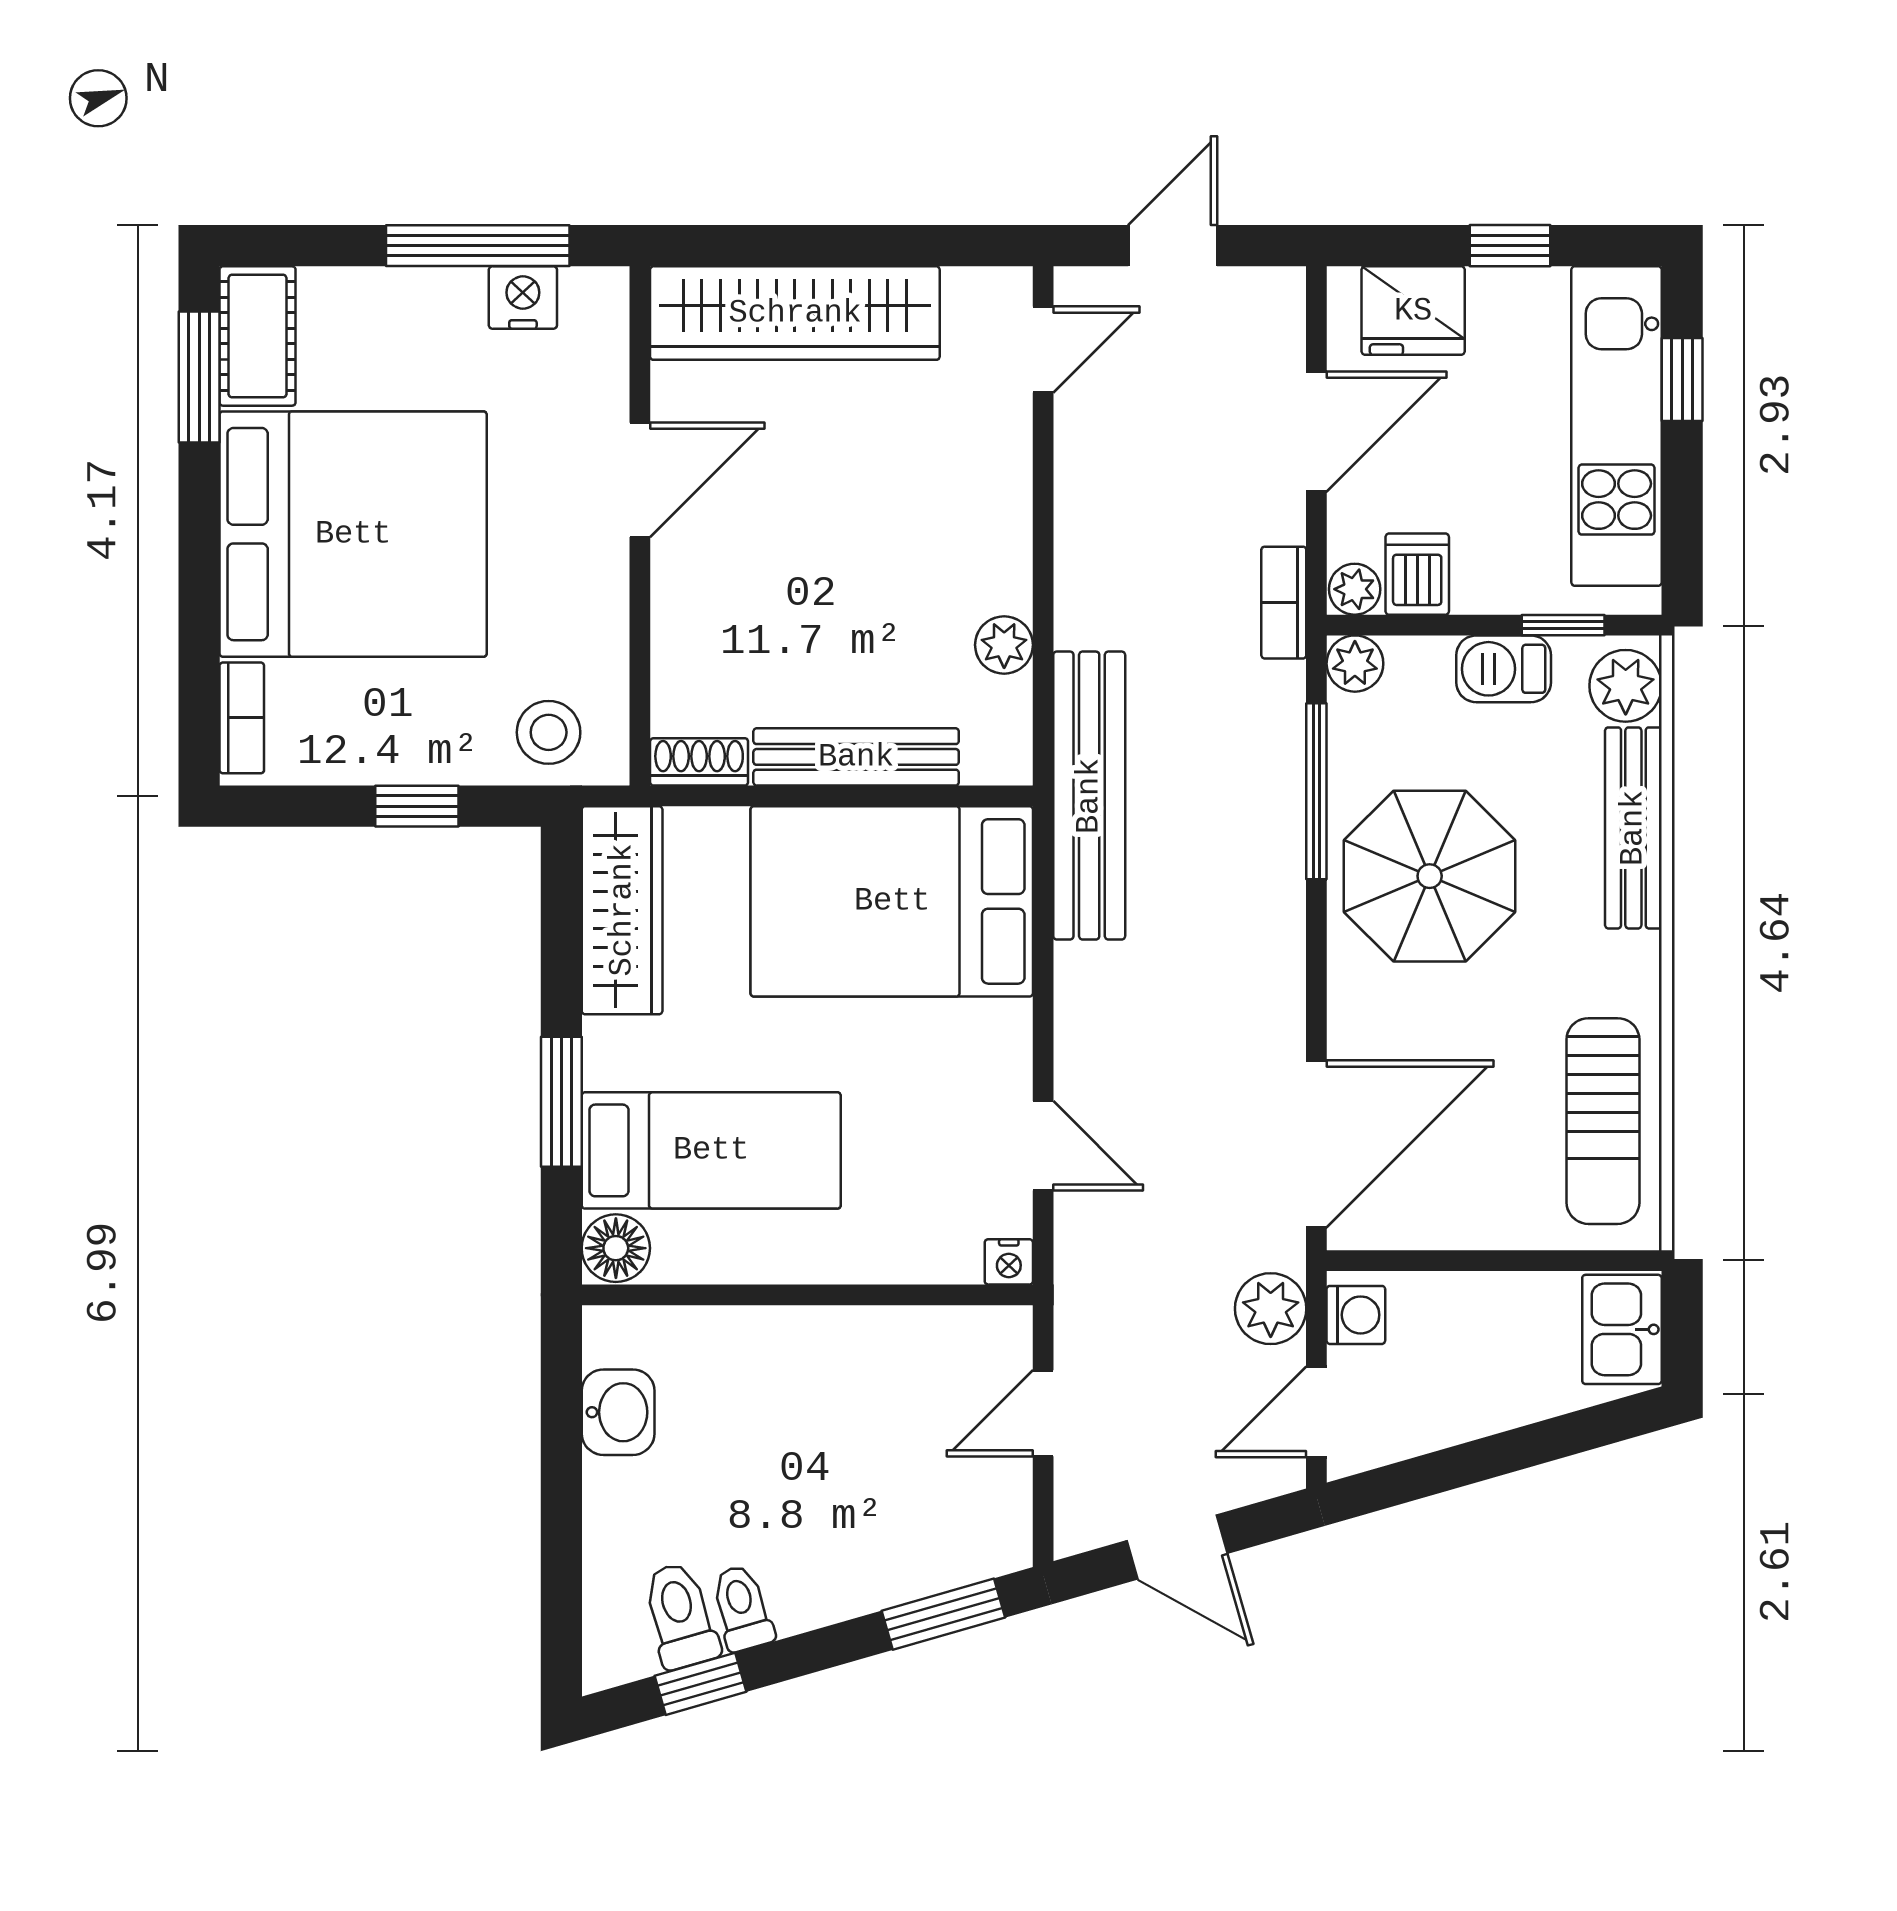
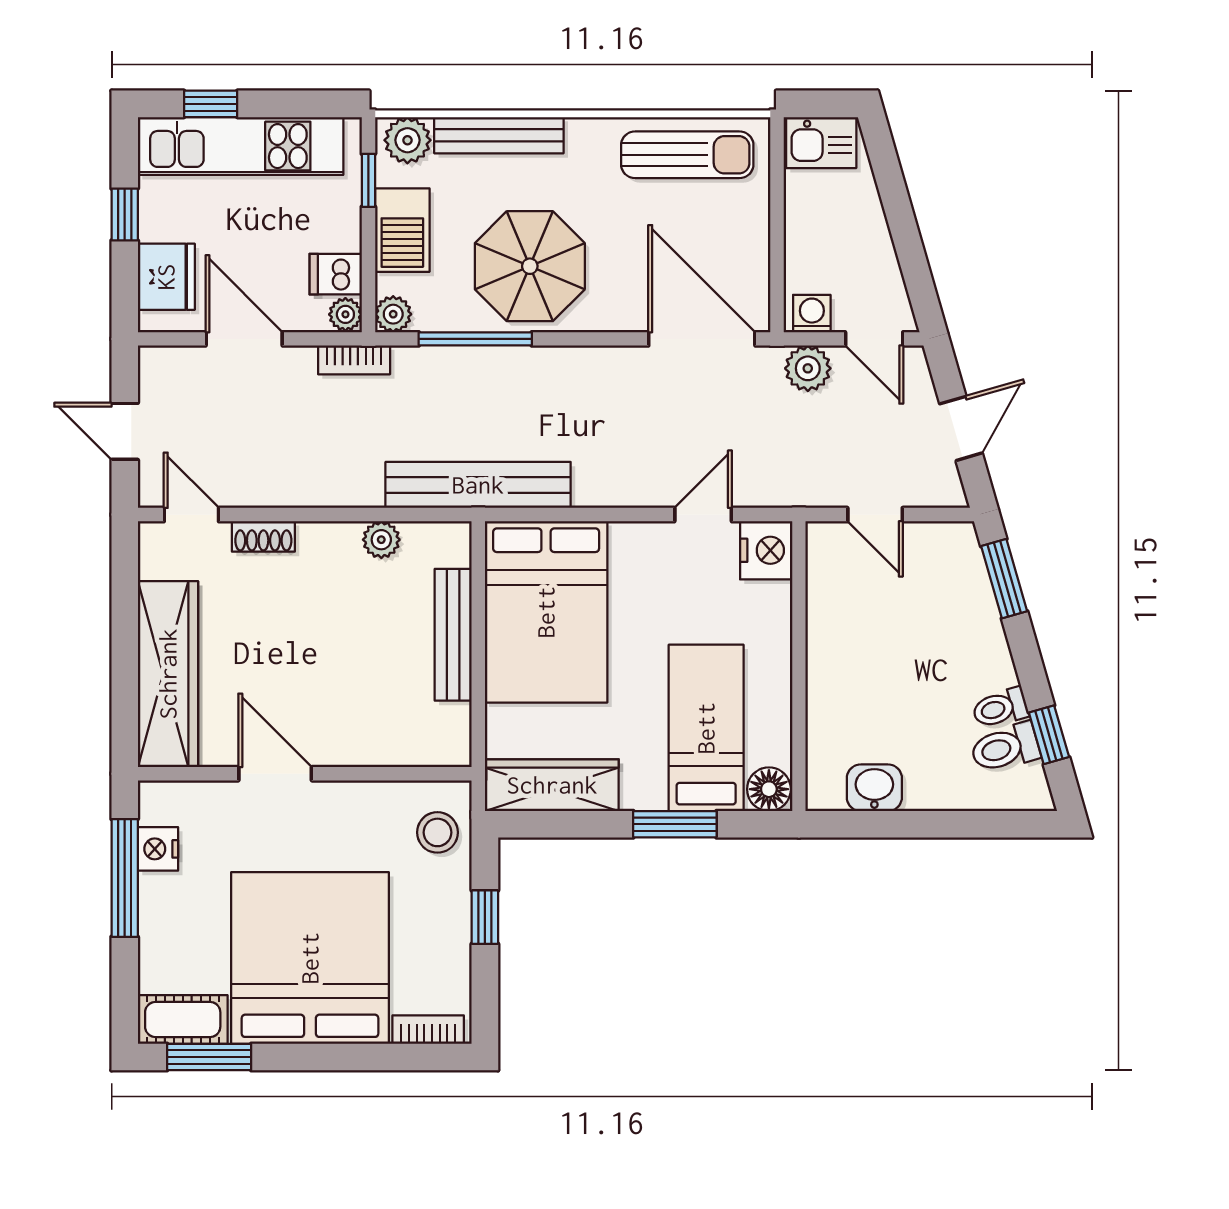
barbecue: (1504, 669) -> (402, 230), width x1.38, depth x1.27
shoe rack: (699, 762) -> (263, 536), moved, turned -90
nightstand: (1009, 1262) -> (766, 550), width x1.89, depth x1.79

